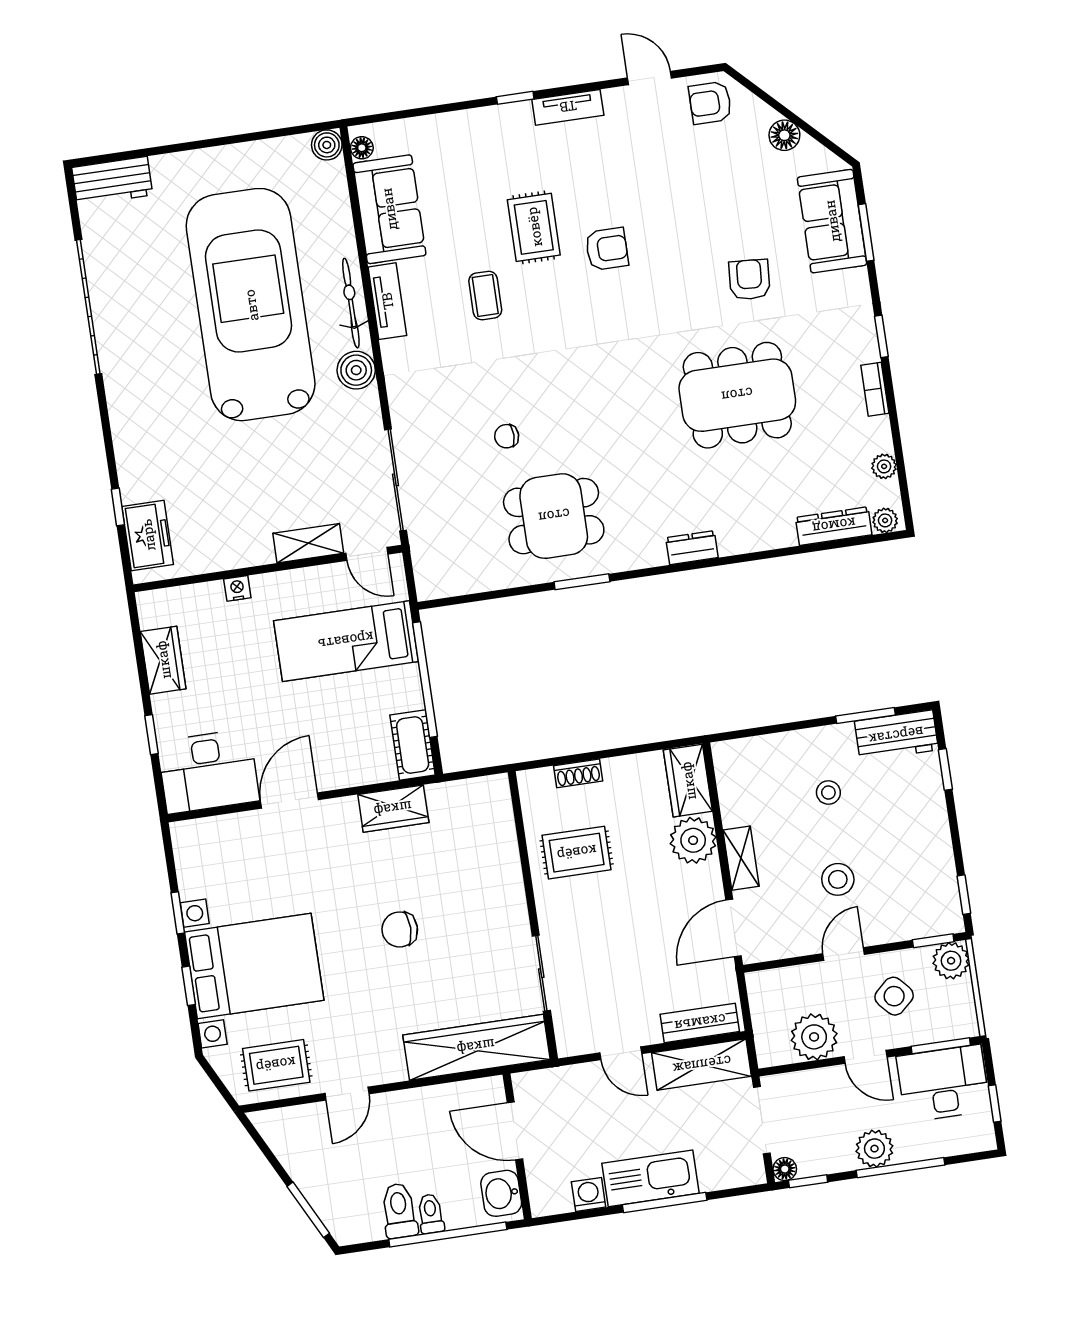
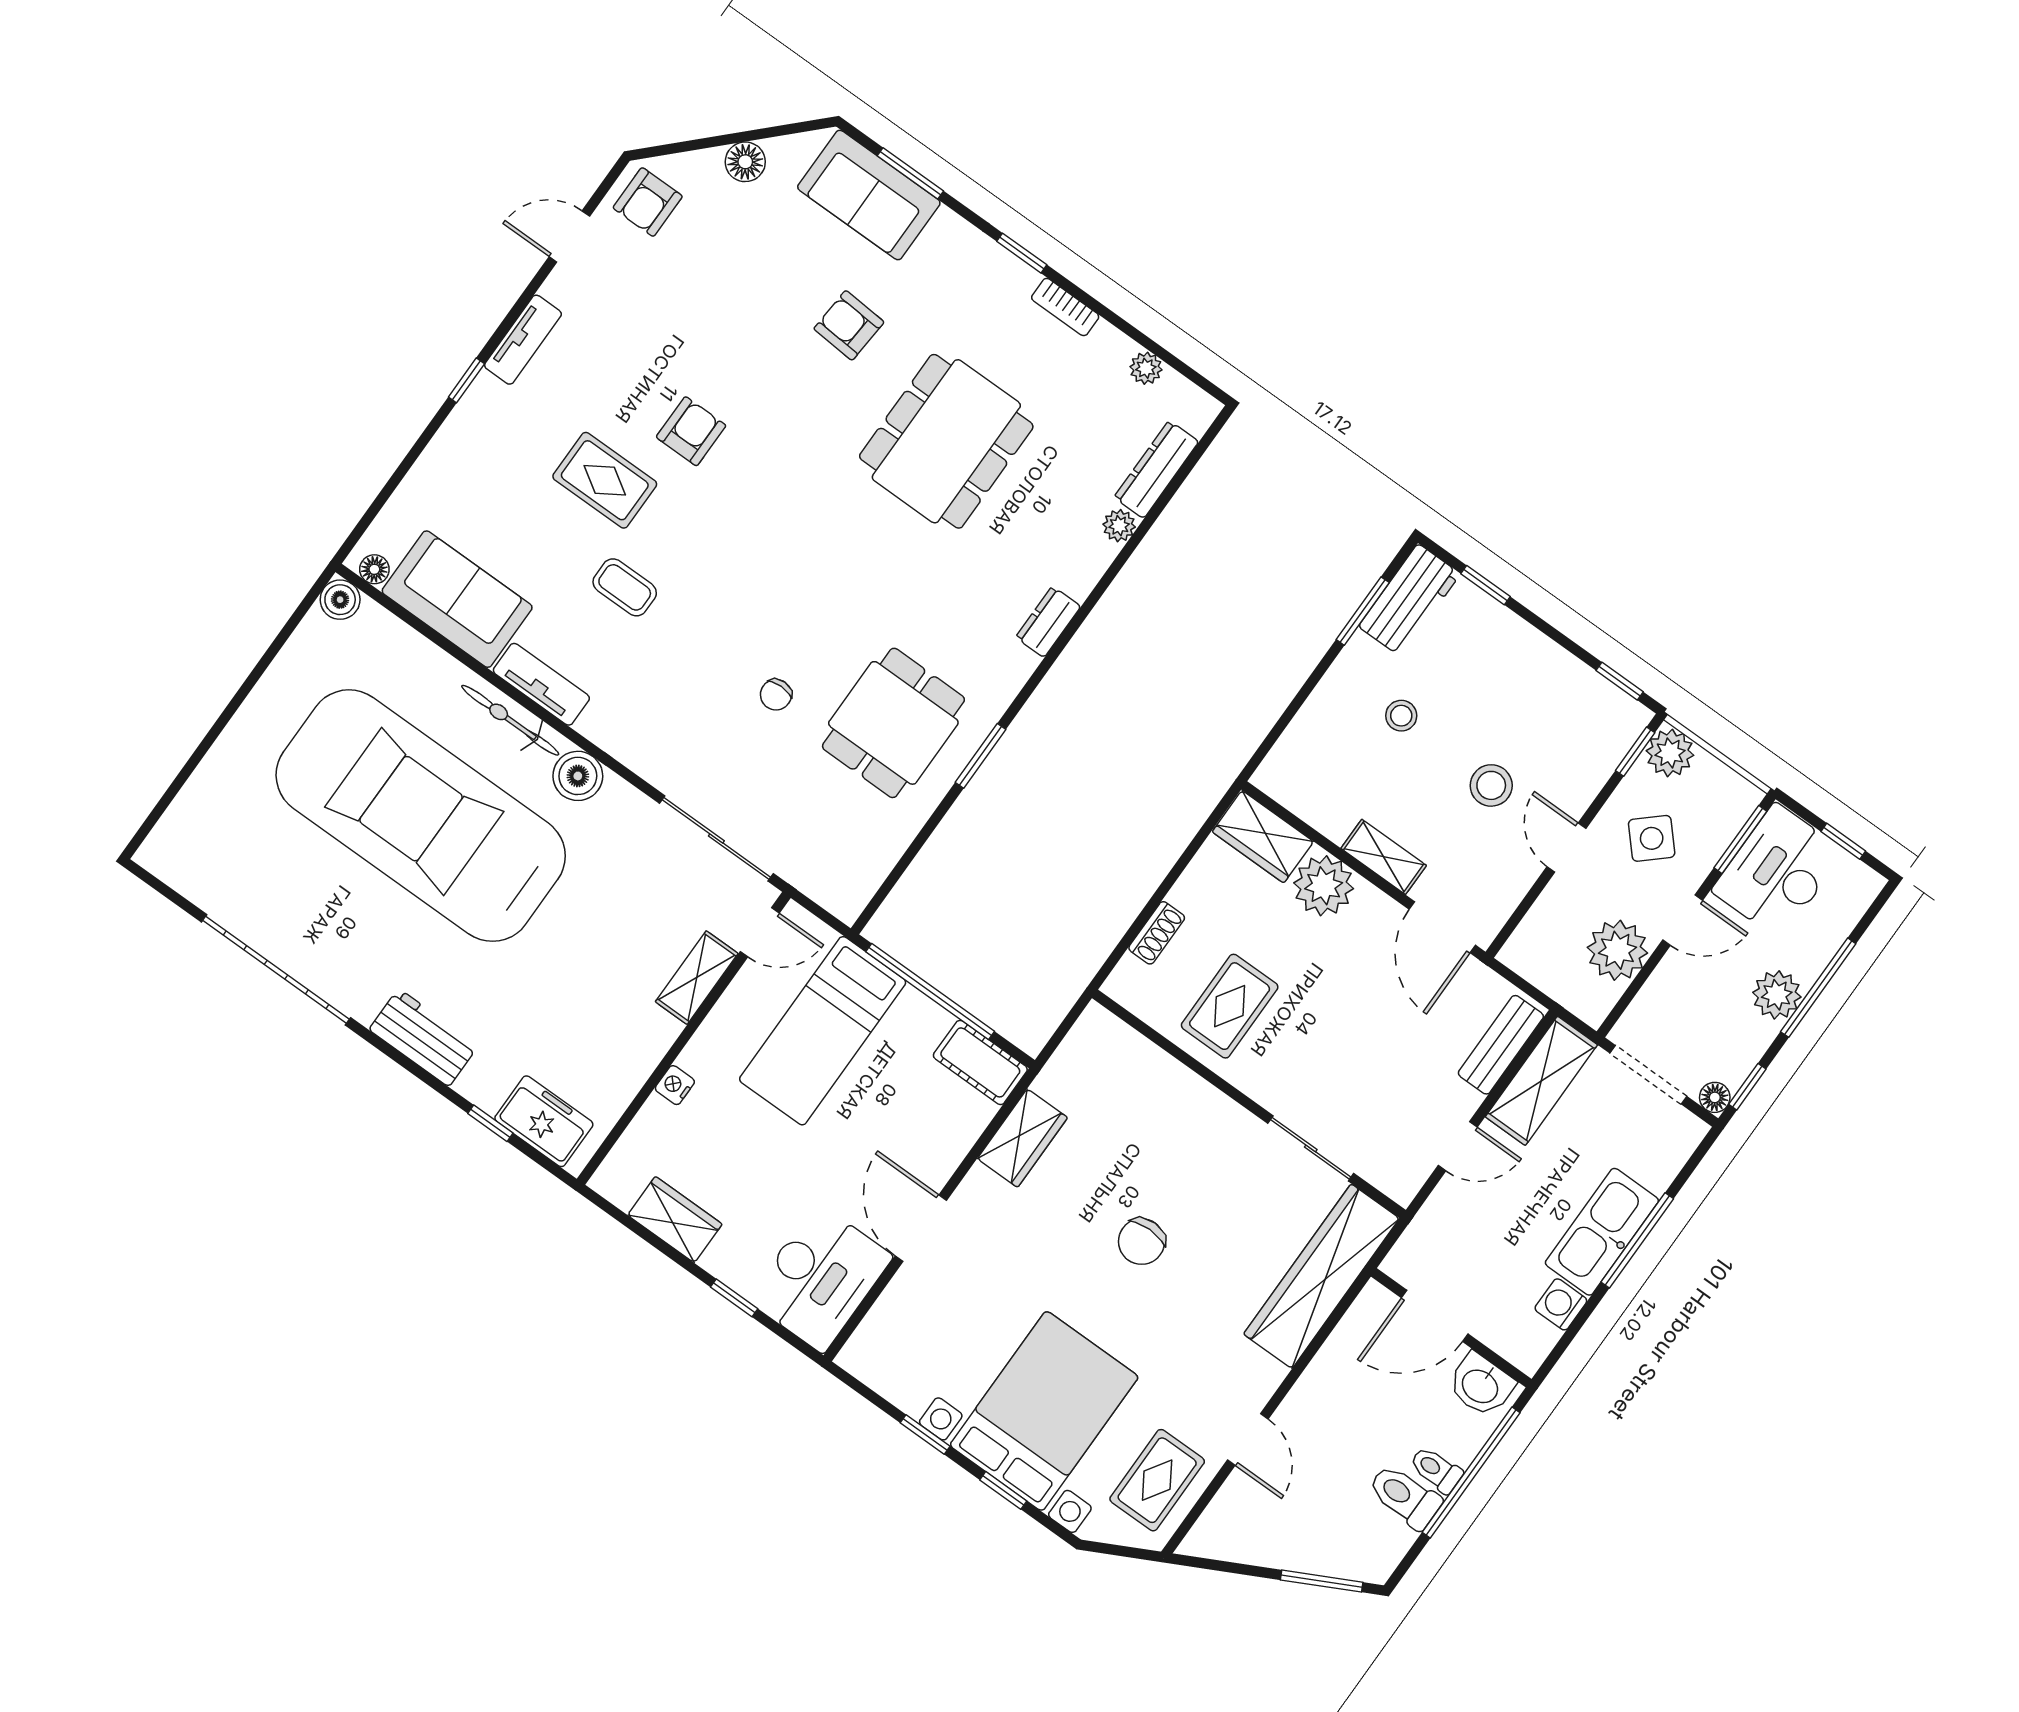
workbench: (112, 181) -> (424, 1038), moved, turned -90
plant: (885, 520) -> (1119, 526), moved

